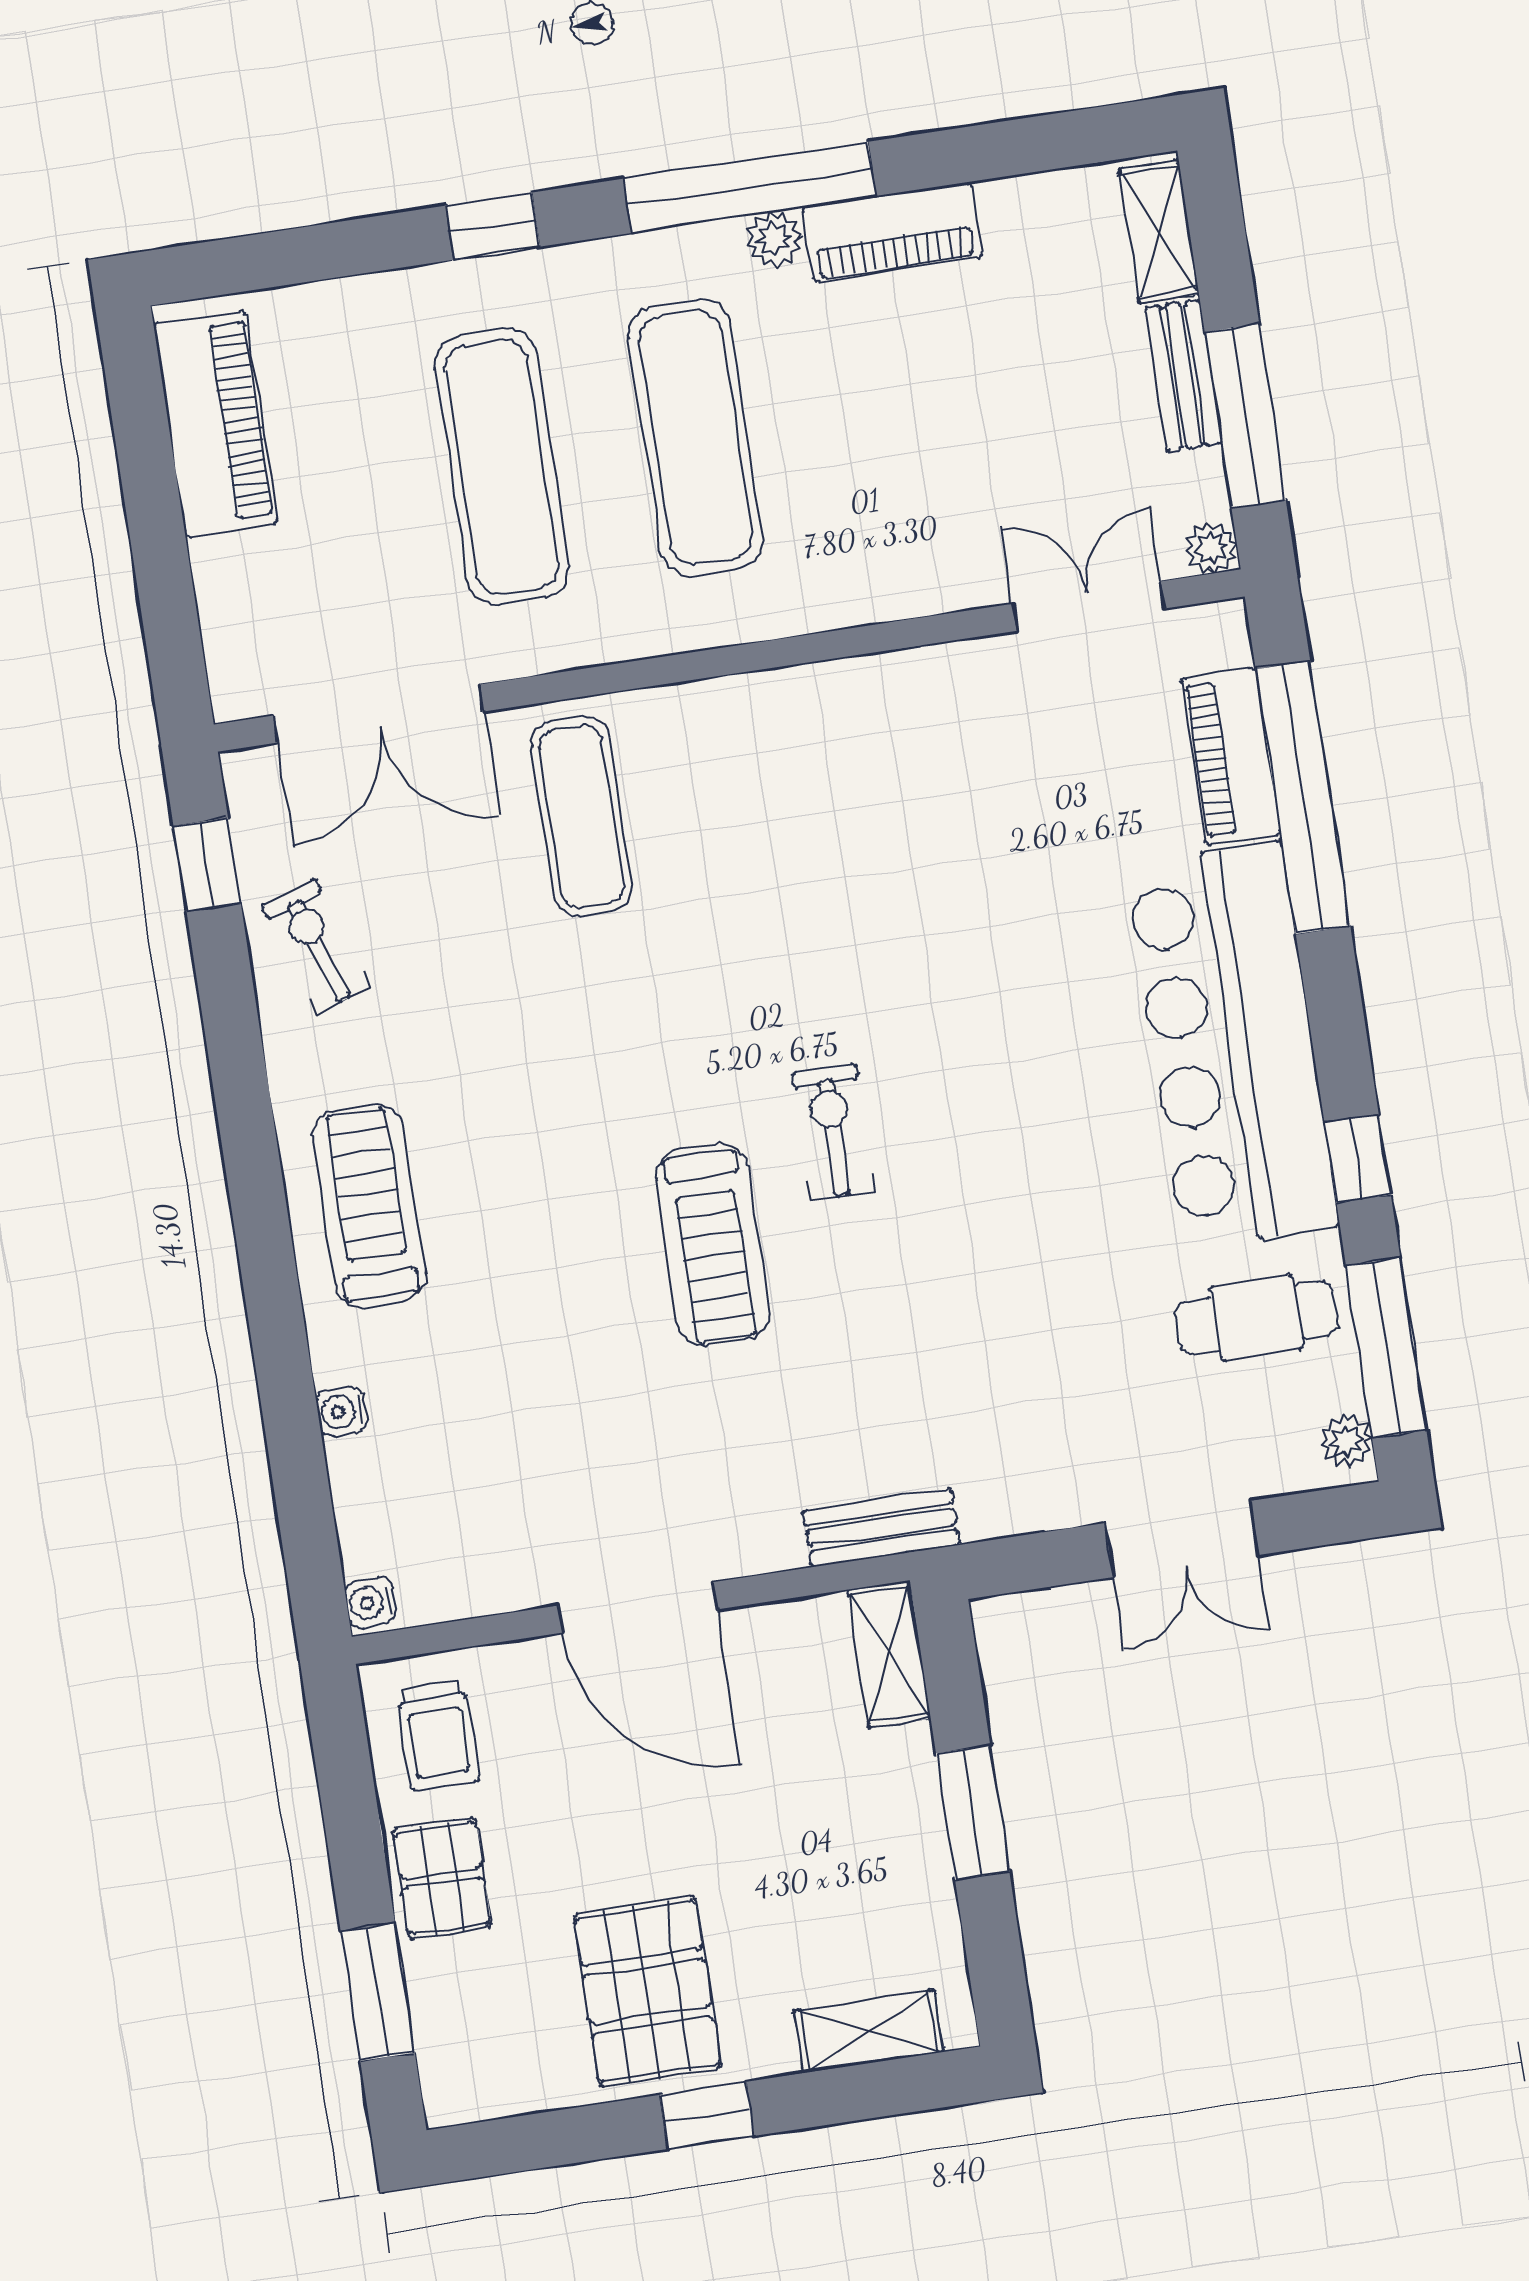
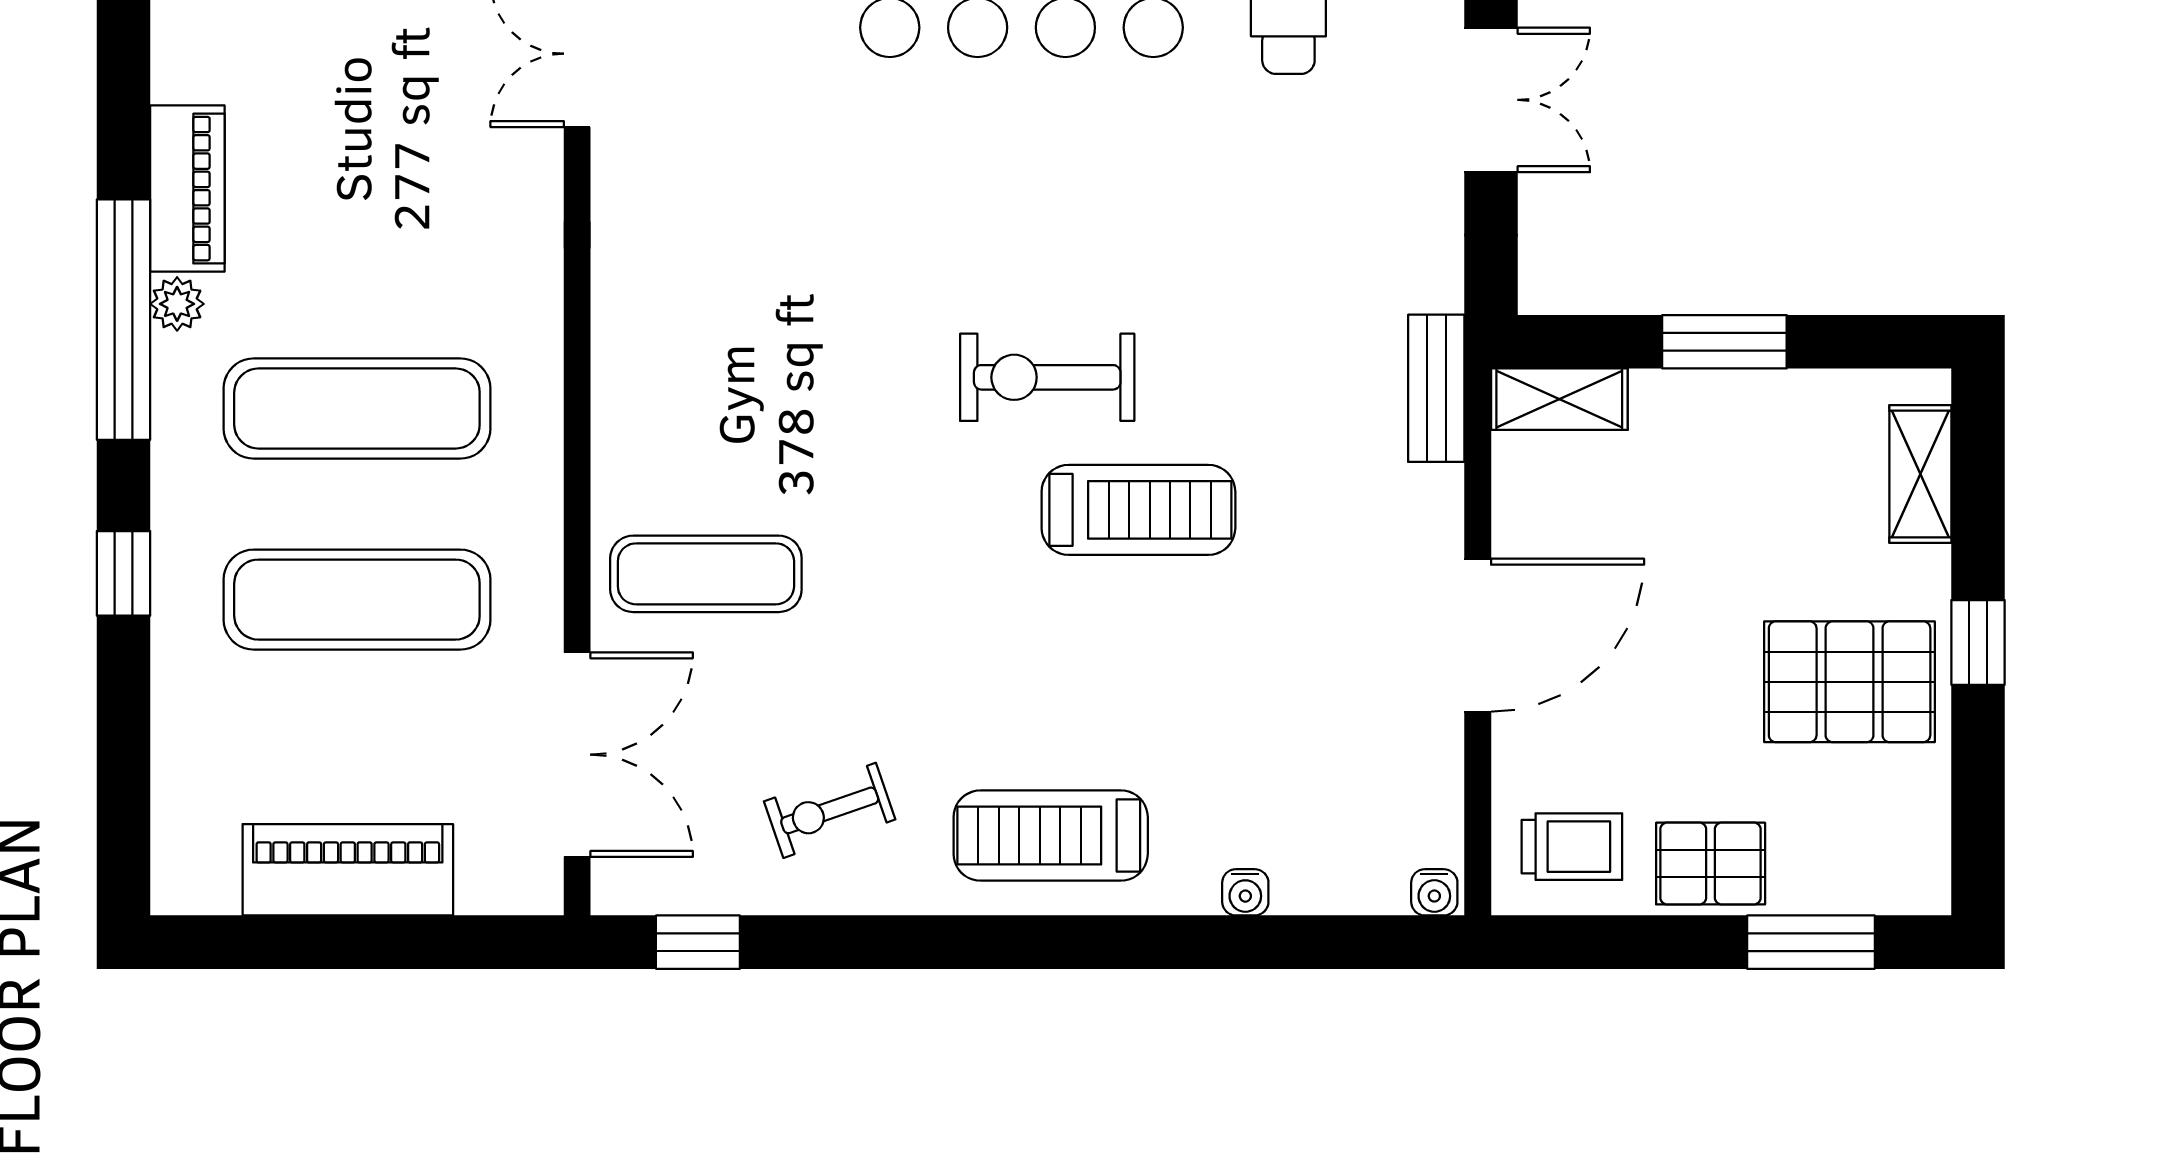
piano: (216, 424) -> (348, 870), moved
exercise bike: (316, 946) -> (830, 810), moved
exercise bike: (833, 1132) -> (1047, 377), width x1.38, depth x1.39

